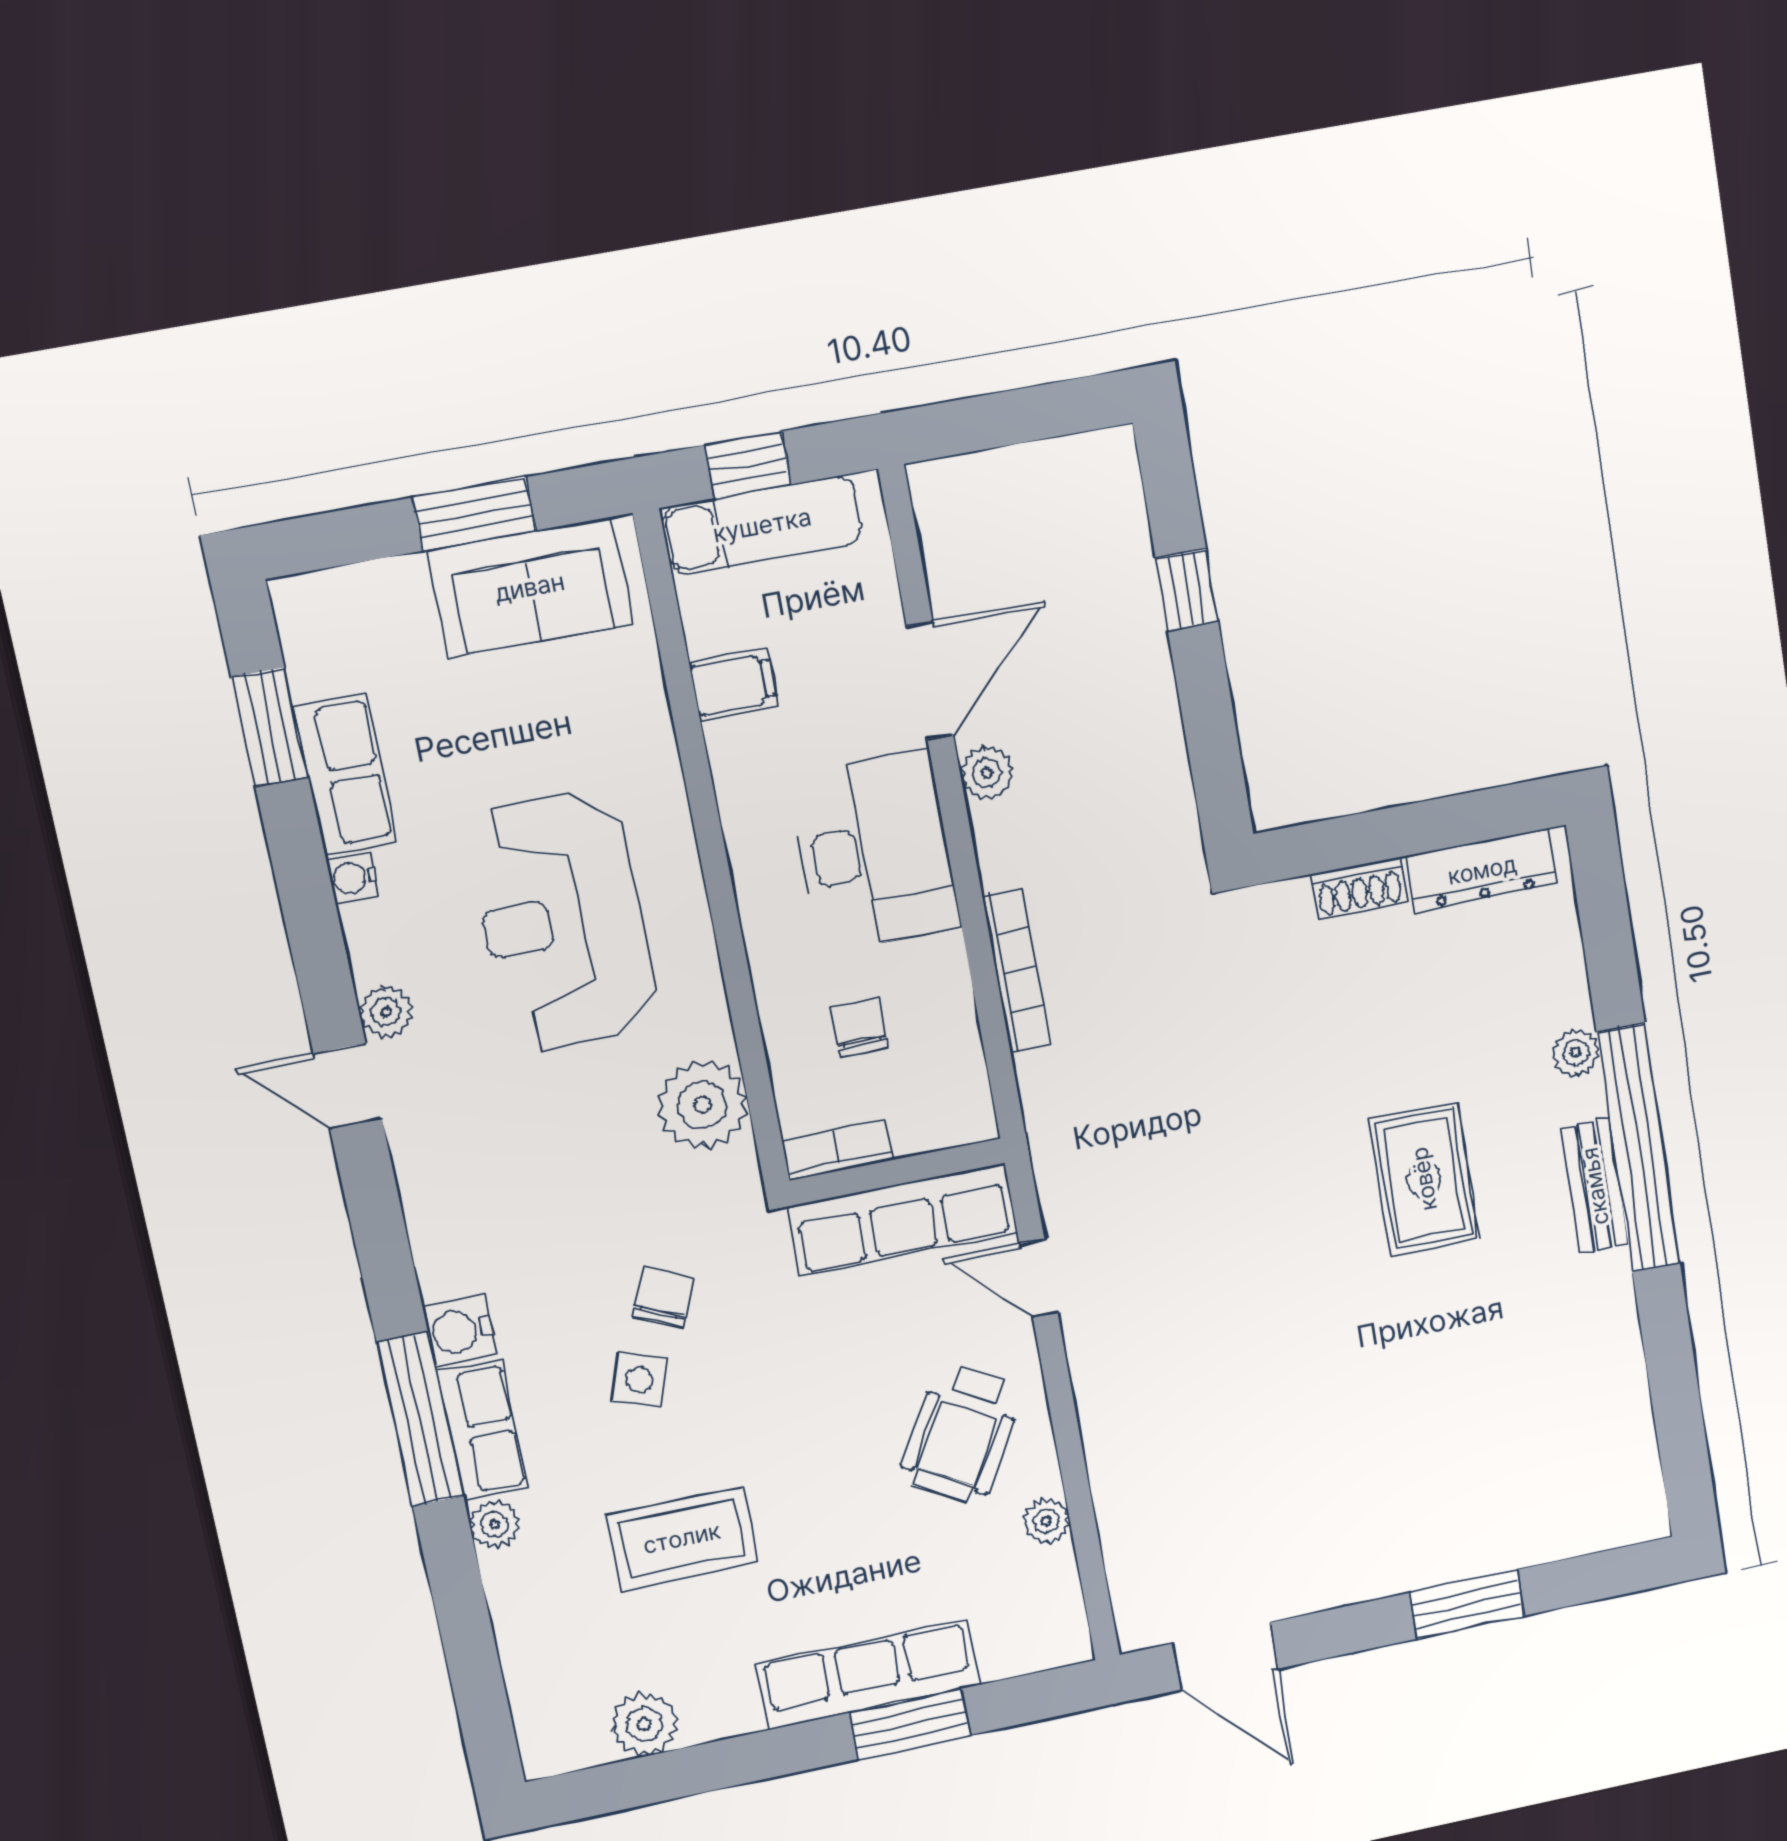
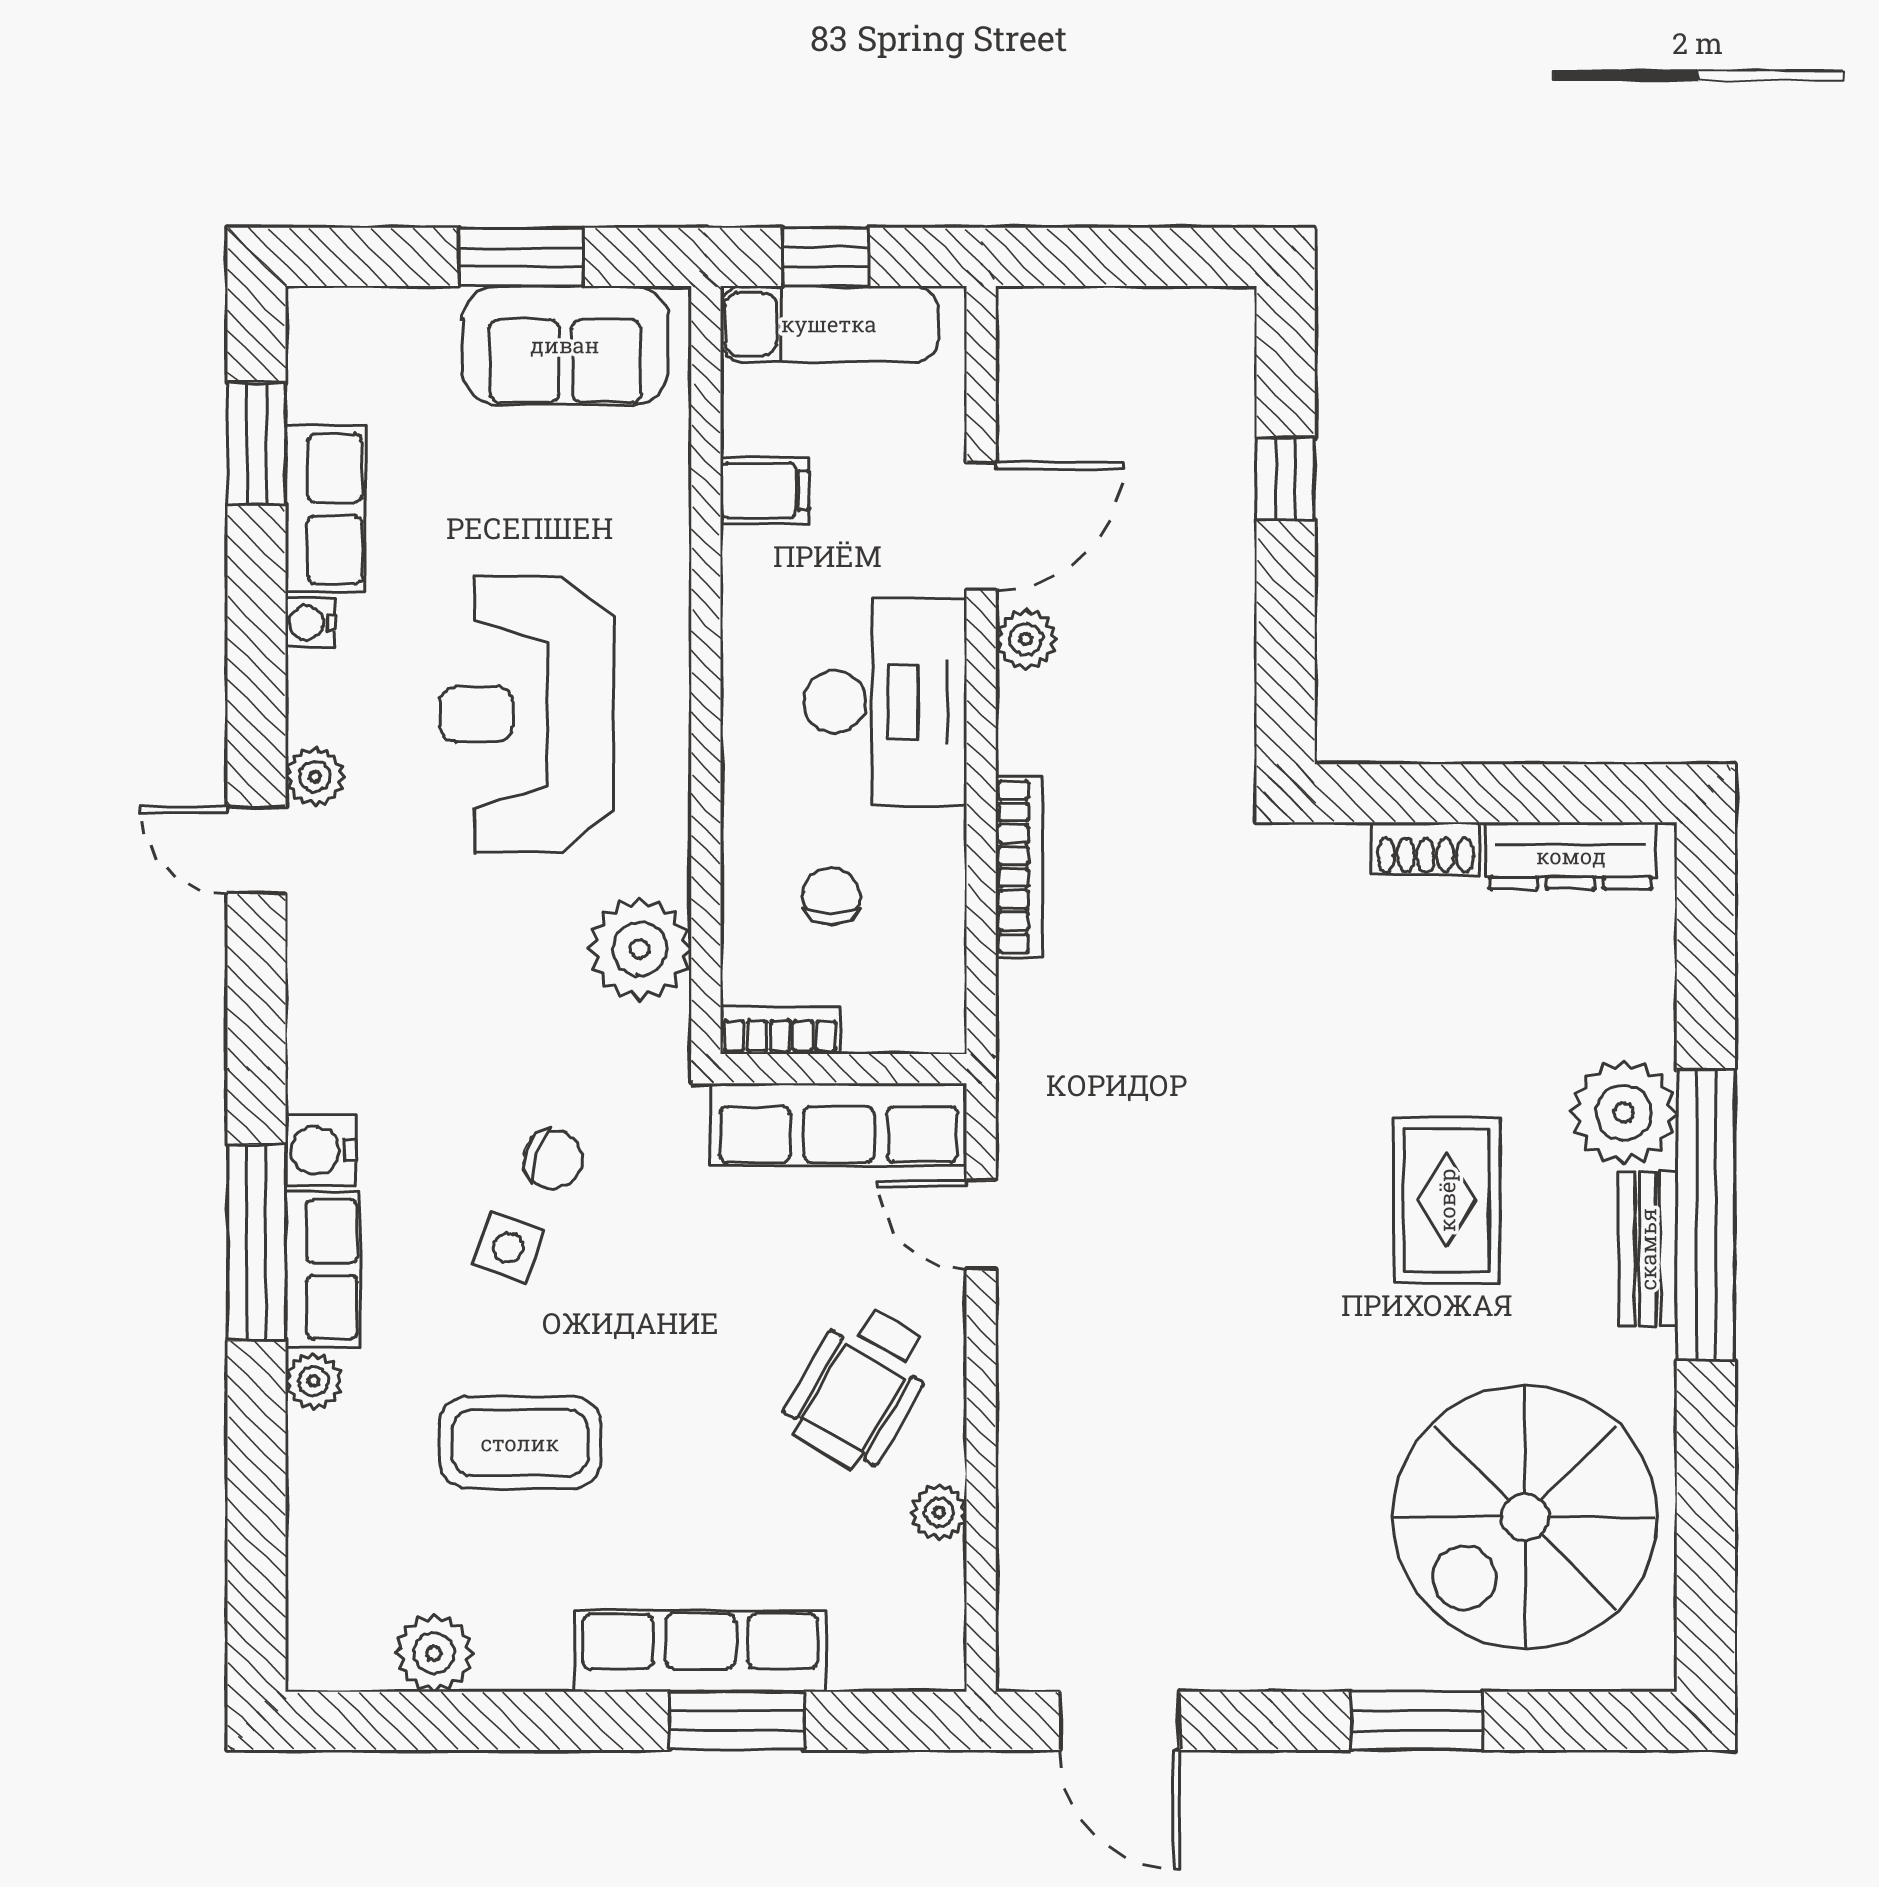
plant: (1576, 1053) -> (1624, 1113), width x1.87, depth x1.87
chair: (663, 1298) -> (553, 1159), turned 84
spiral stairs: (1529, 1424) -> (1525, 1517), added

